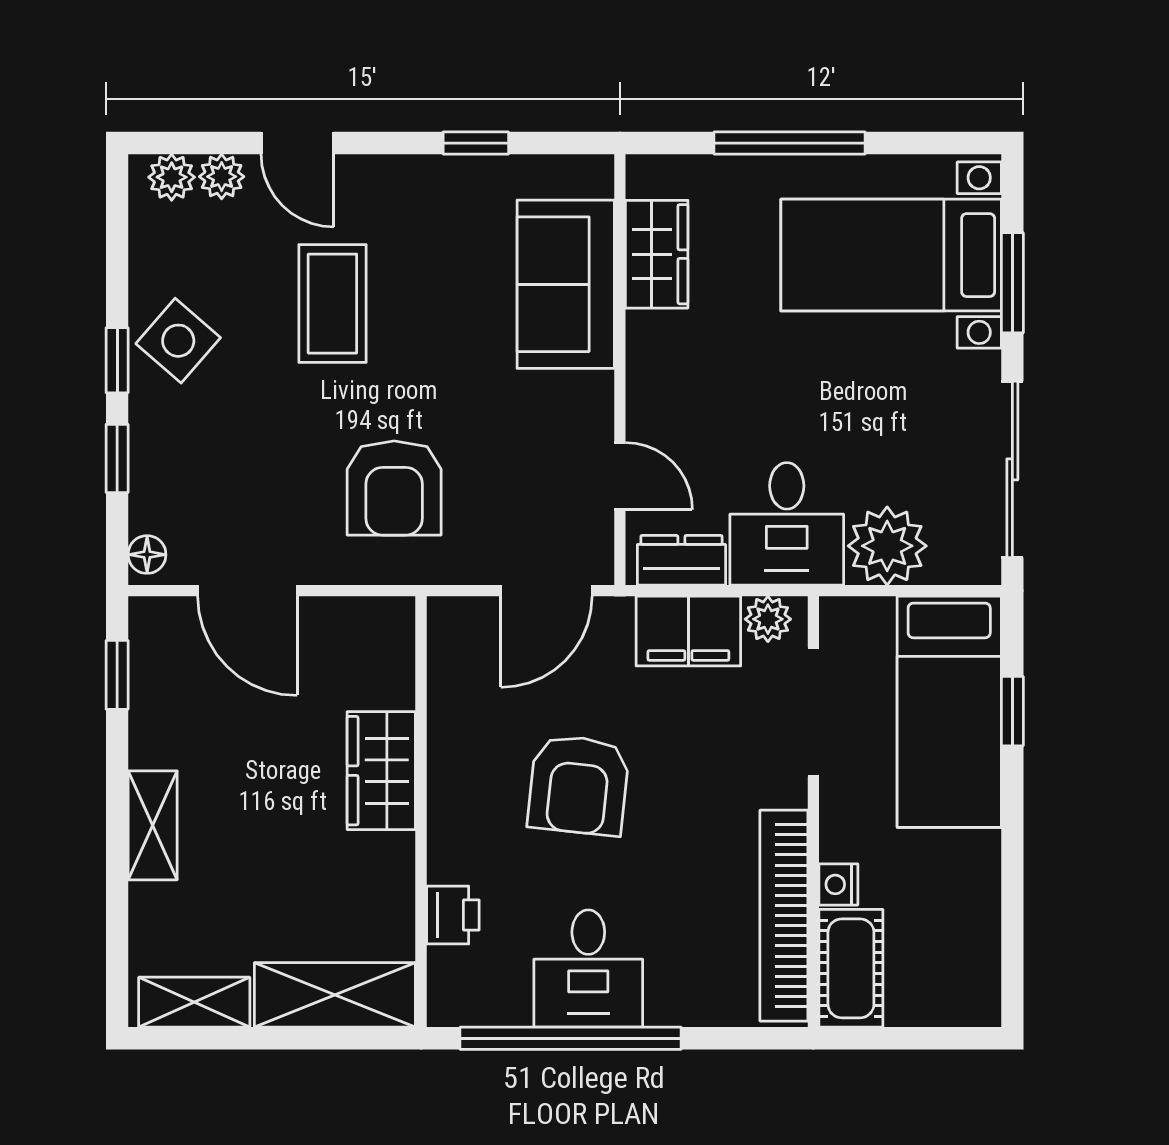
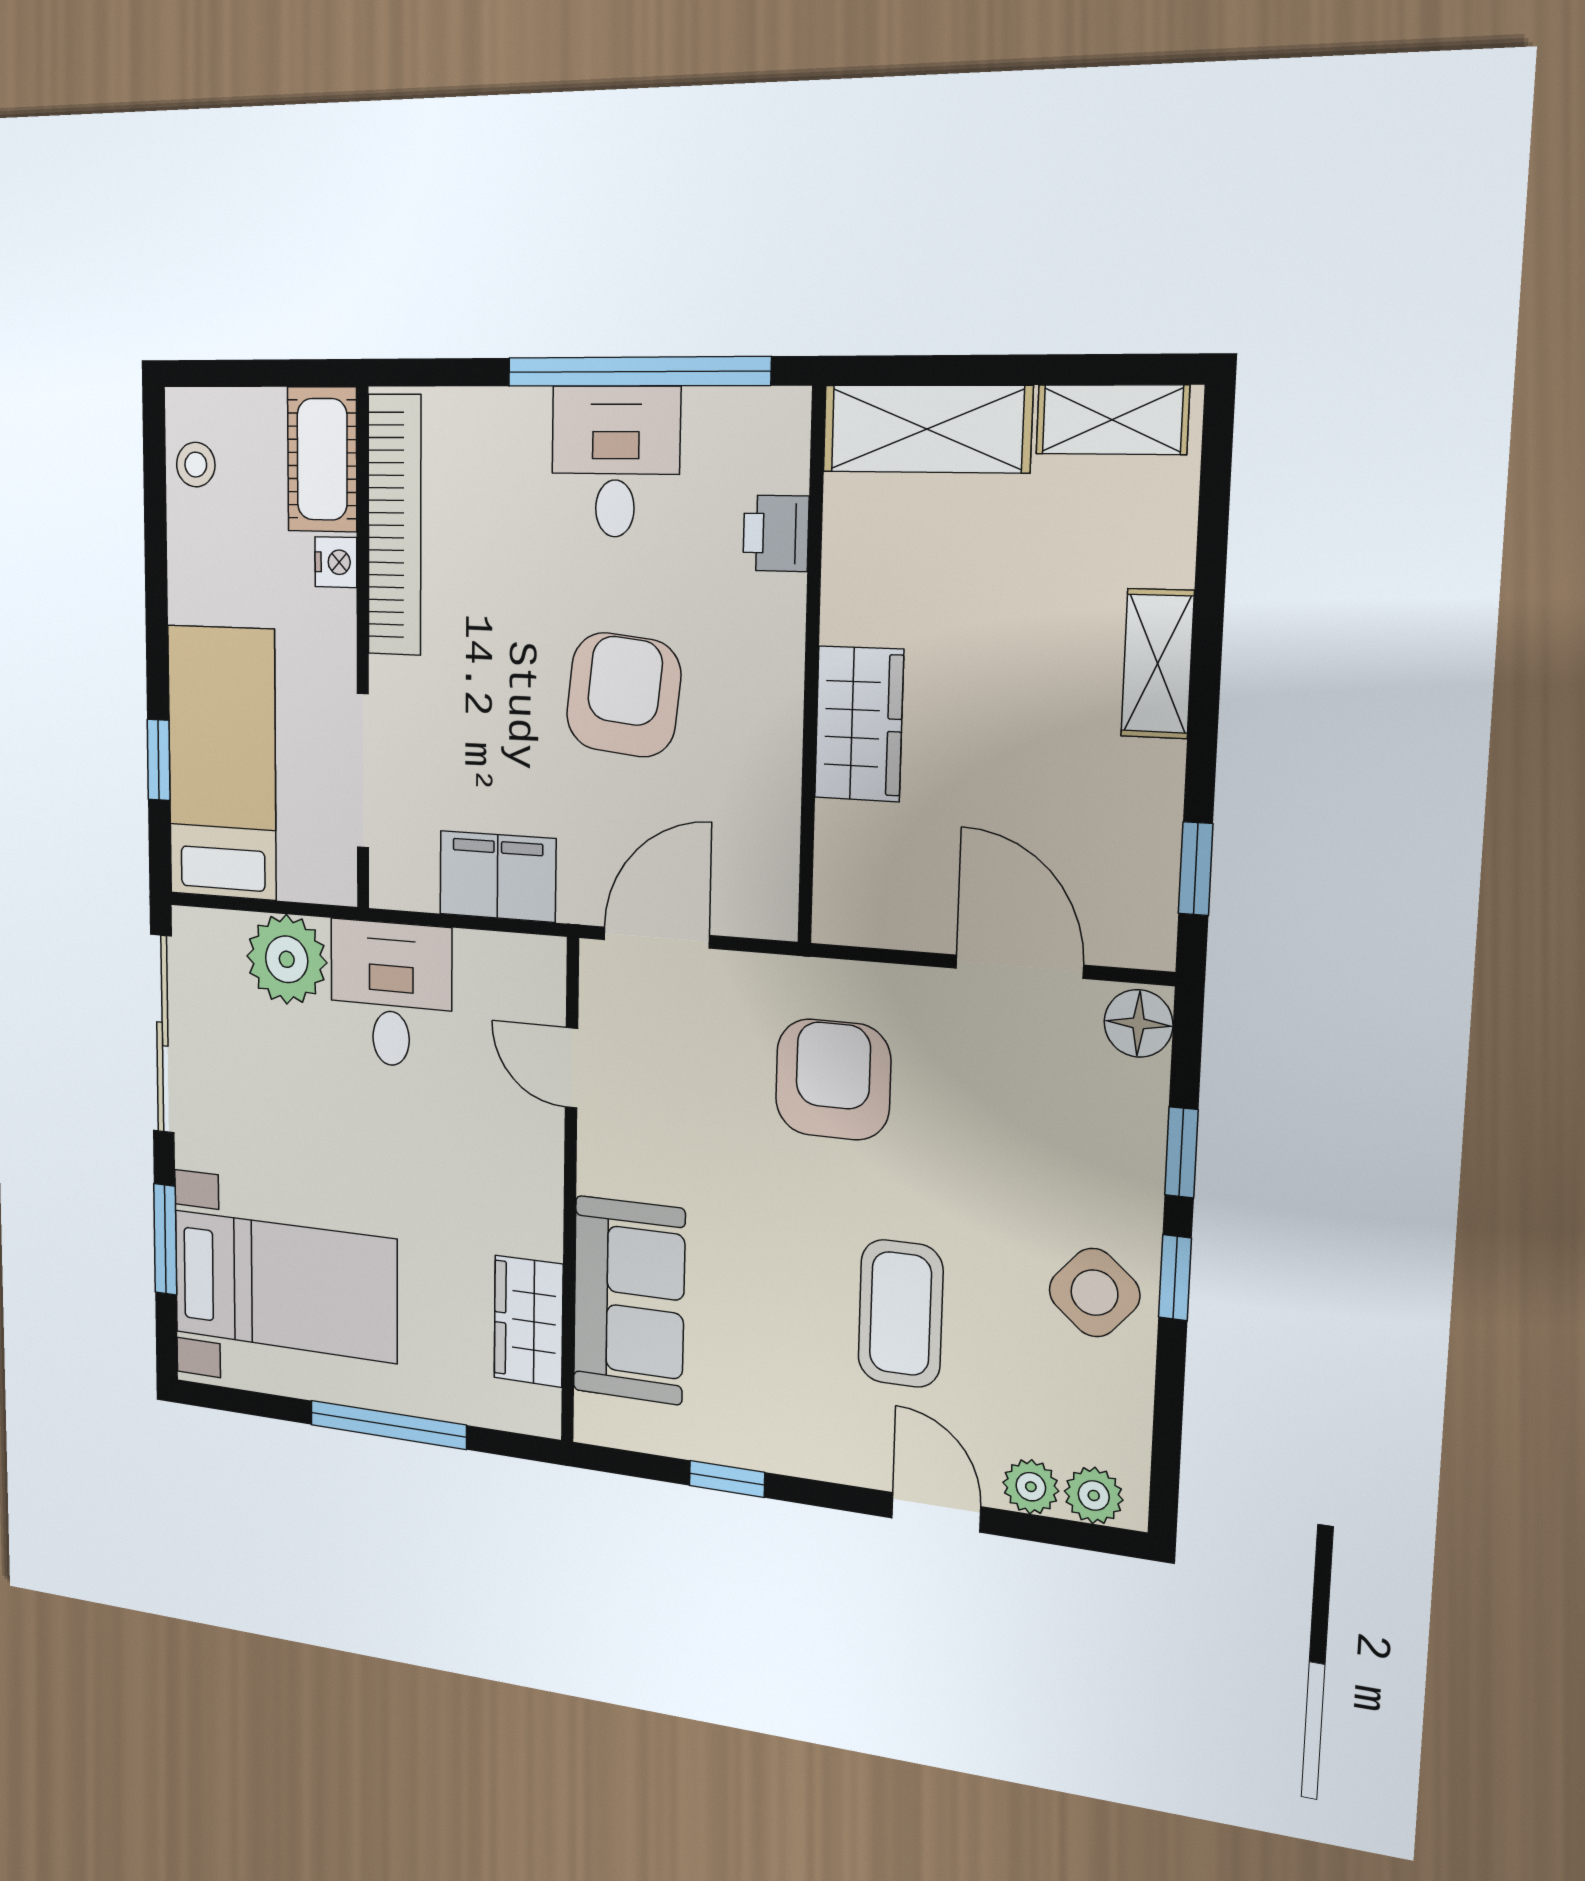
floor lamp: (147, 555) -> (1138, 1023), width x1.37, depth x1.37
dresser: (681, 560) -> (505, 962), removed
plant: (768, 619) -> (411, 884), removed
stool: (972, 963) -> (196, 465), added

